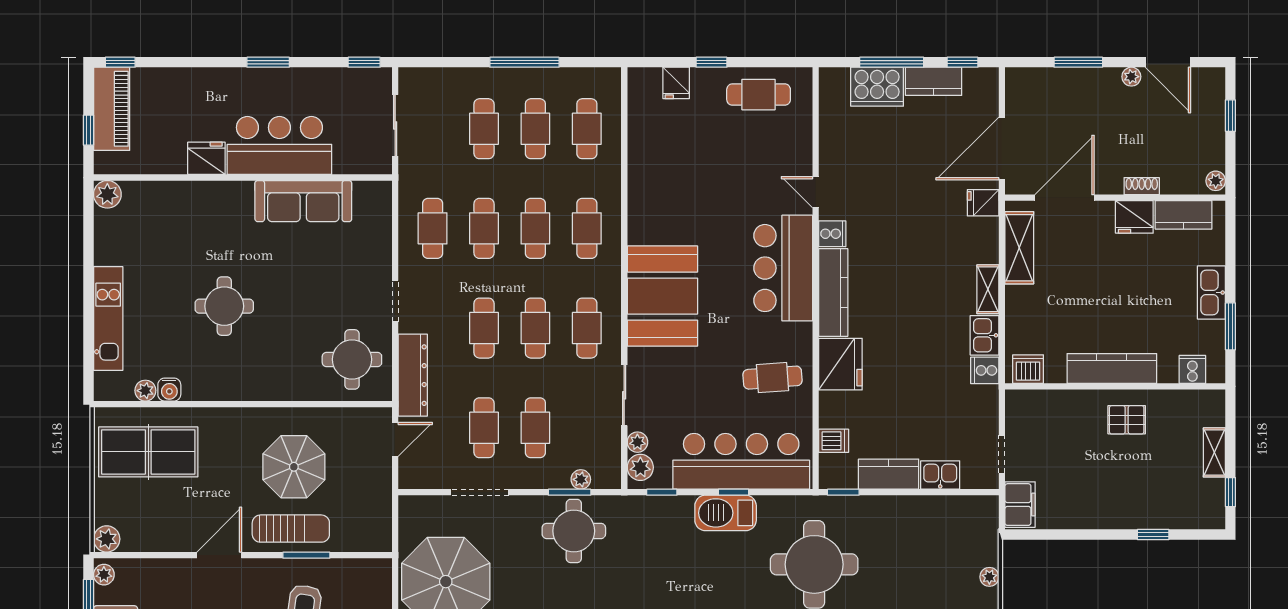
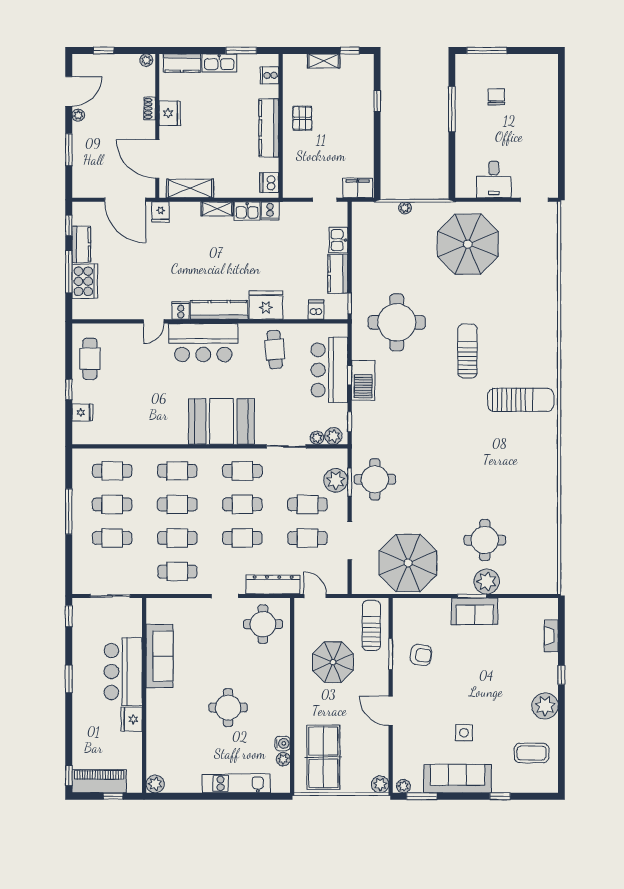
kitchen counter: (1184, 215) -> (182, 63), moved, turned 90
bar counter: (741, 461) -> (329, 370), width x0.73
plant: (581, 479) -> (336, 480), width x1.87, depth x1.87
sun lounger: (291, 529) -> (371, 625), moved

